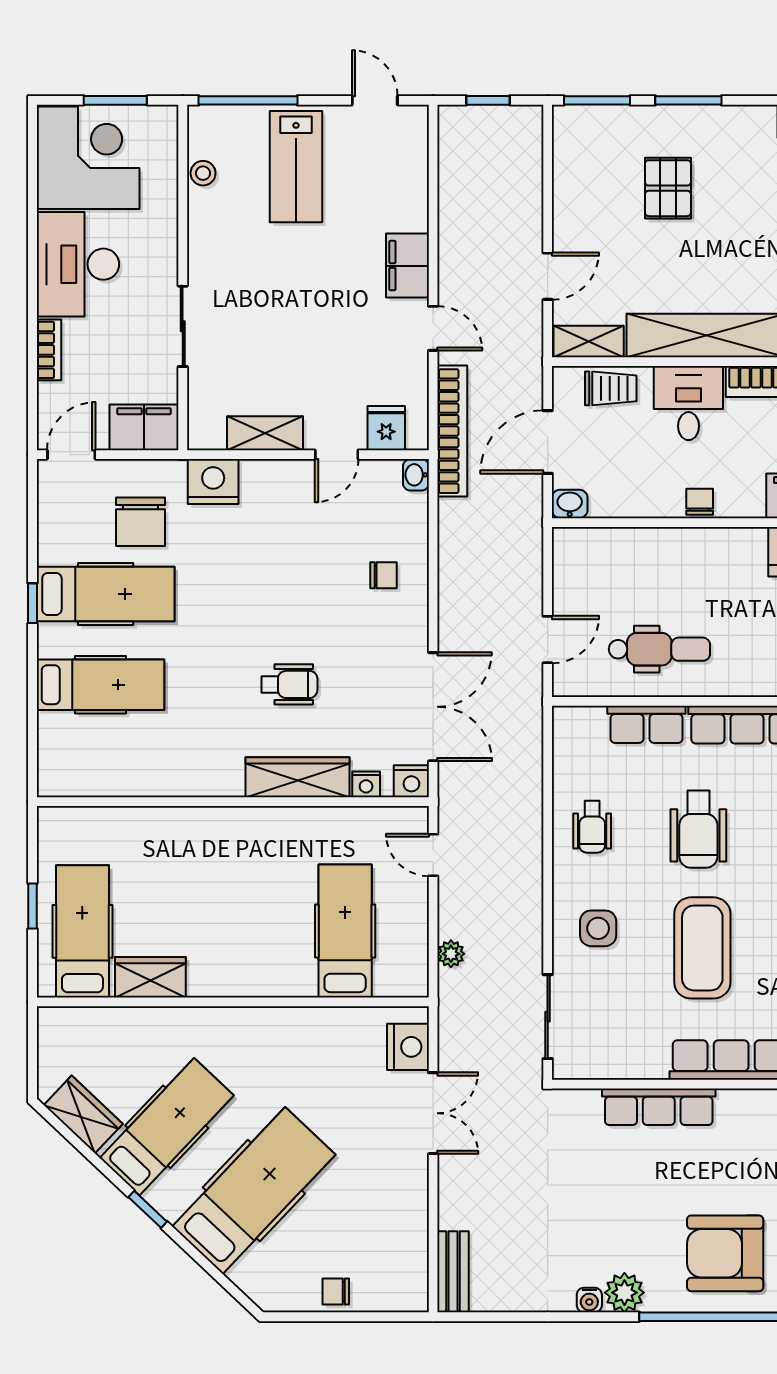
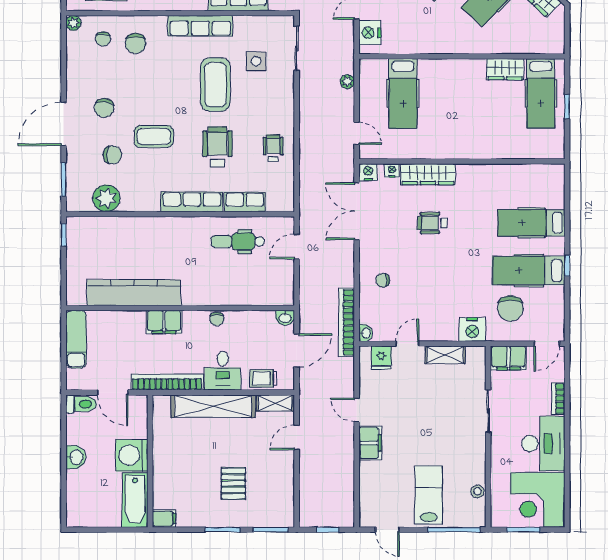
bookcase: (452, 431) -> (347, 322), moved
chair: (141, 522) -> (510, 308), turned 180
side table: (598, 928) -> (256, 61), moved

